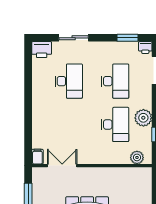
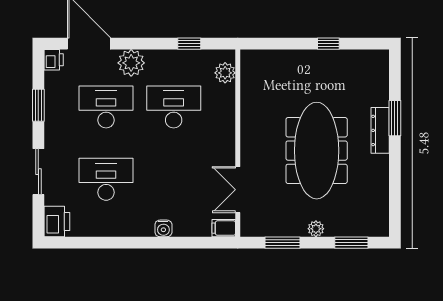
window: (127, 38) -> (38, 105), moved
water cooler: (37, 118) -> (163, 228), added
plant: (143, 118) -> (131, 63), moved

